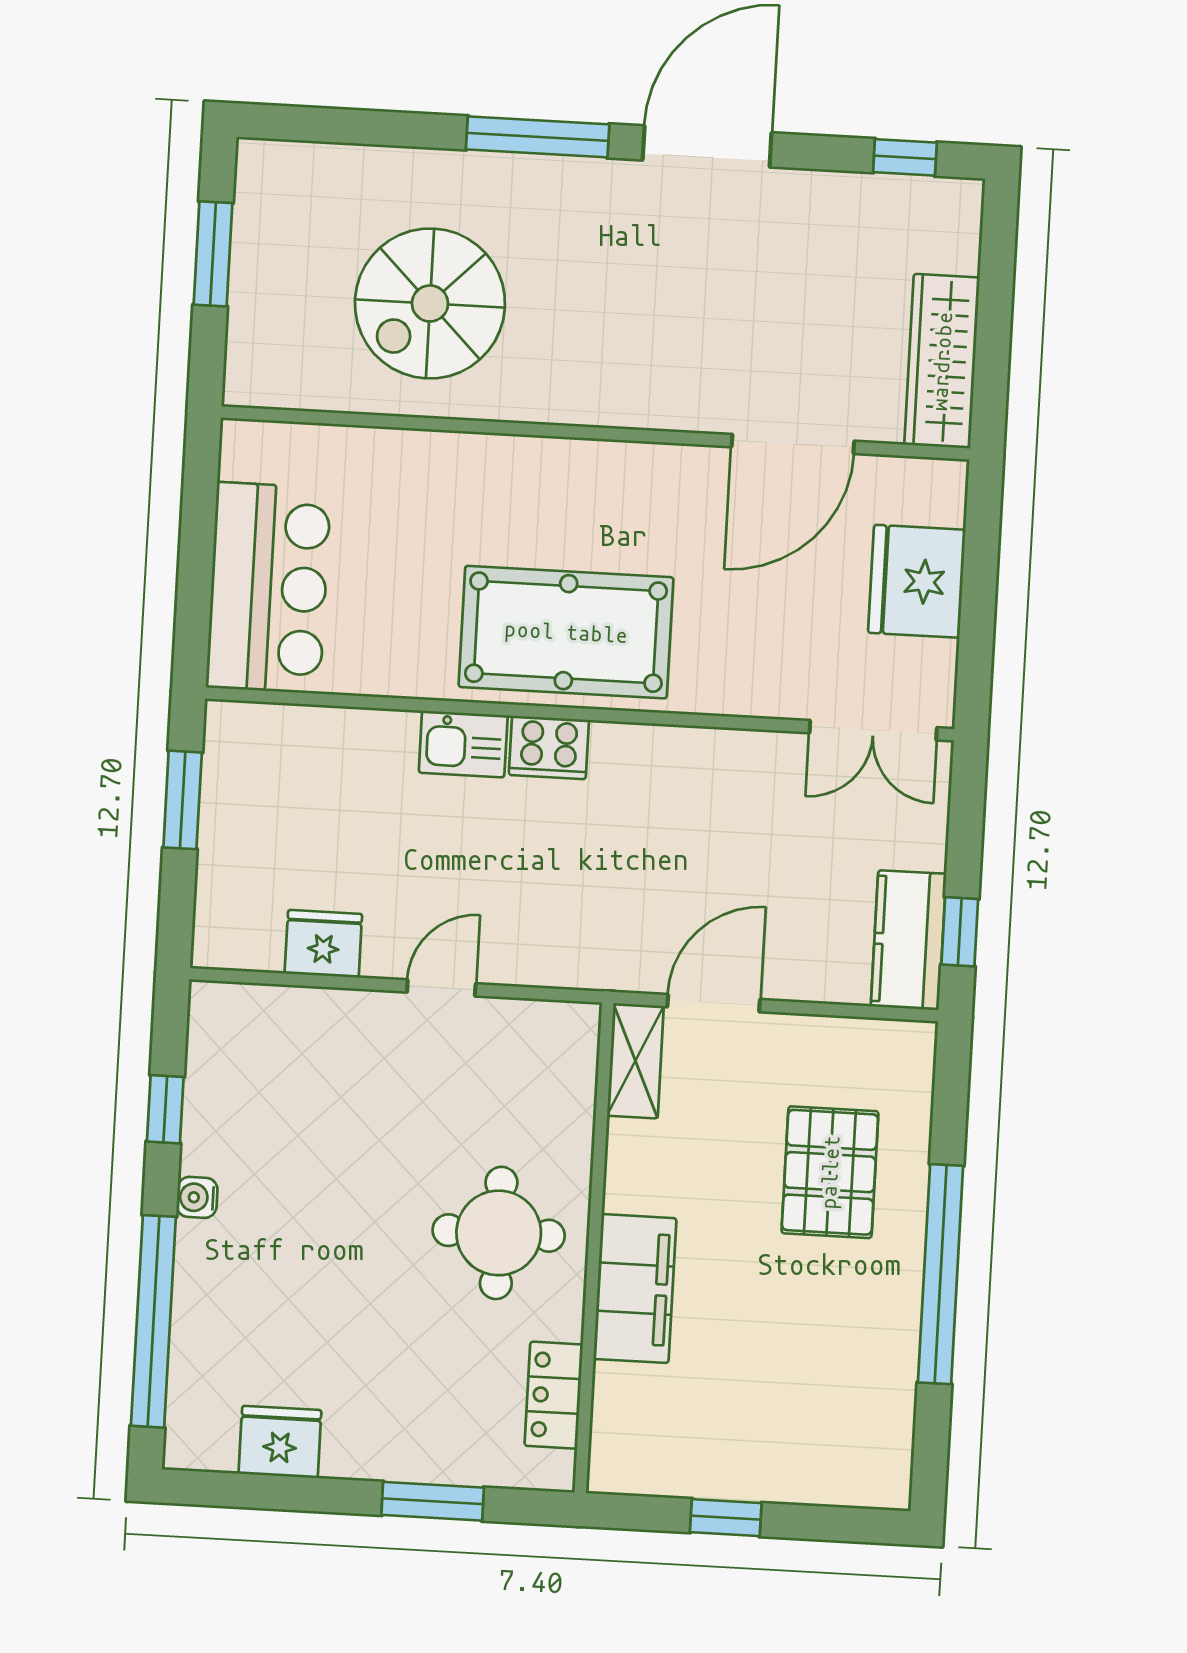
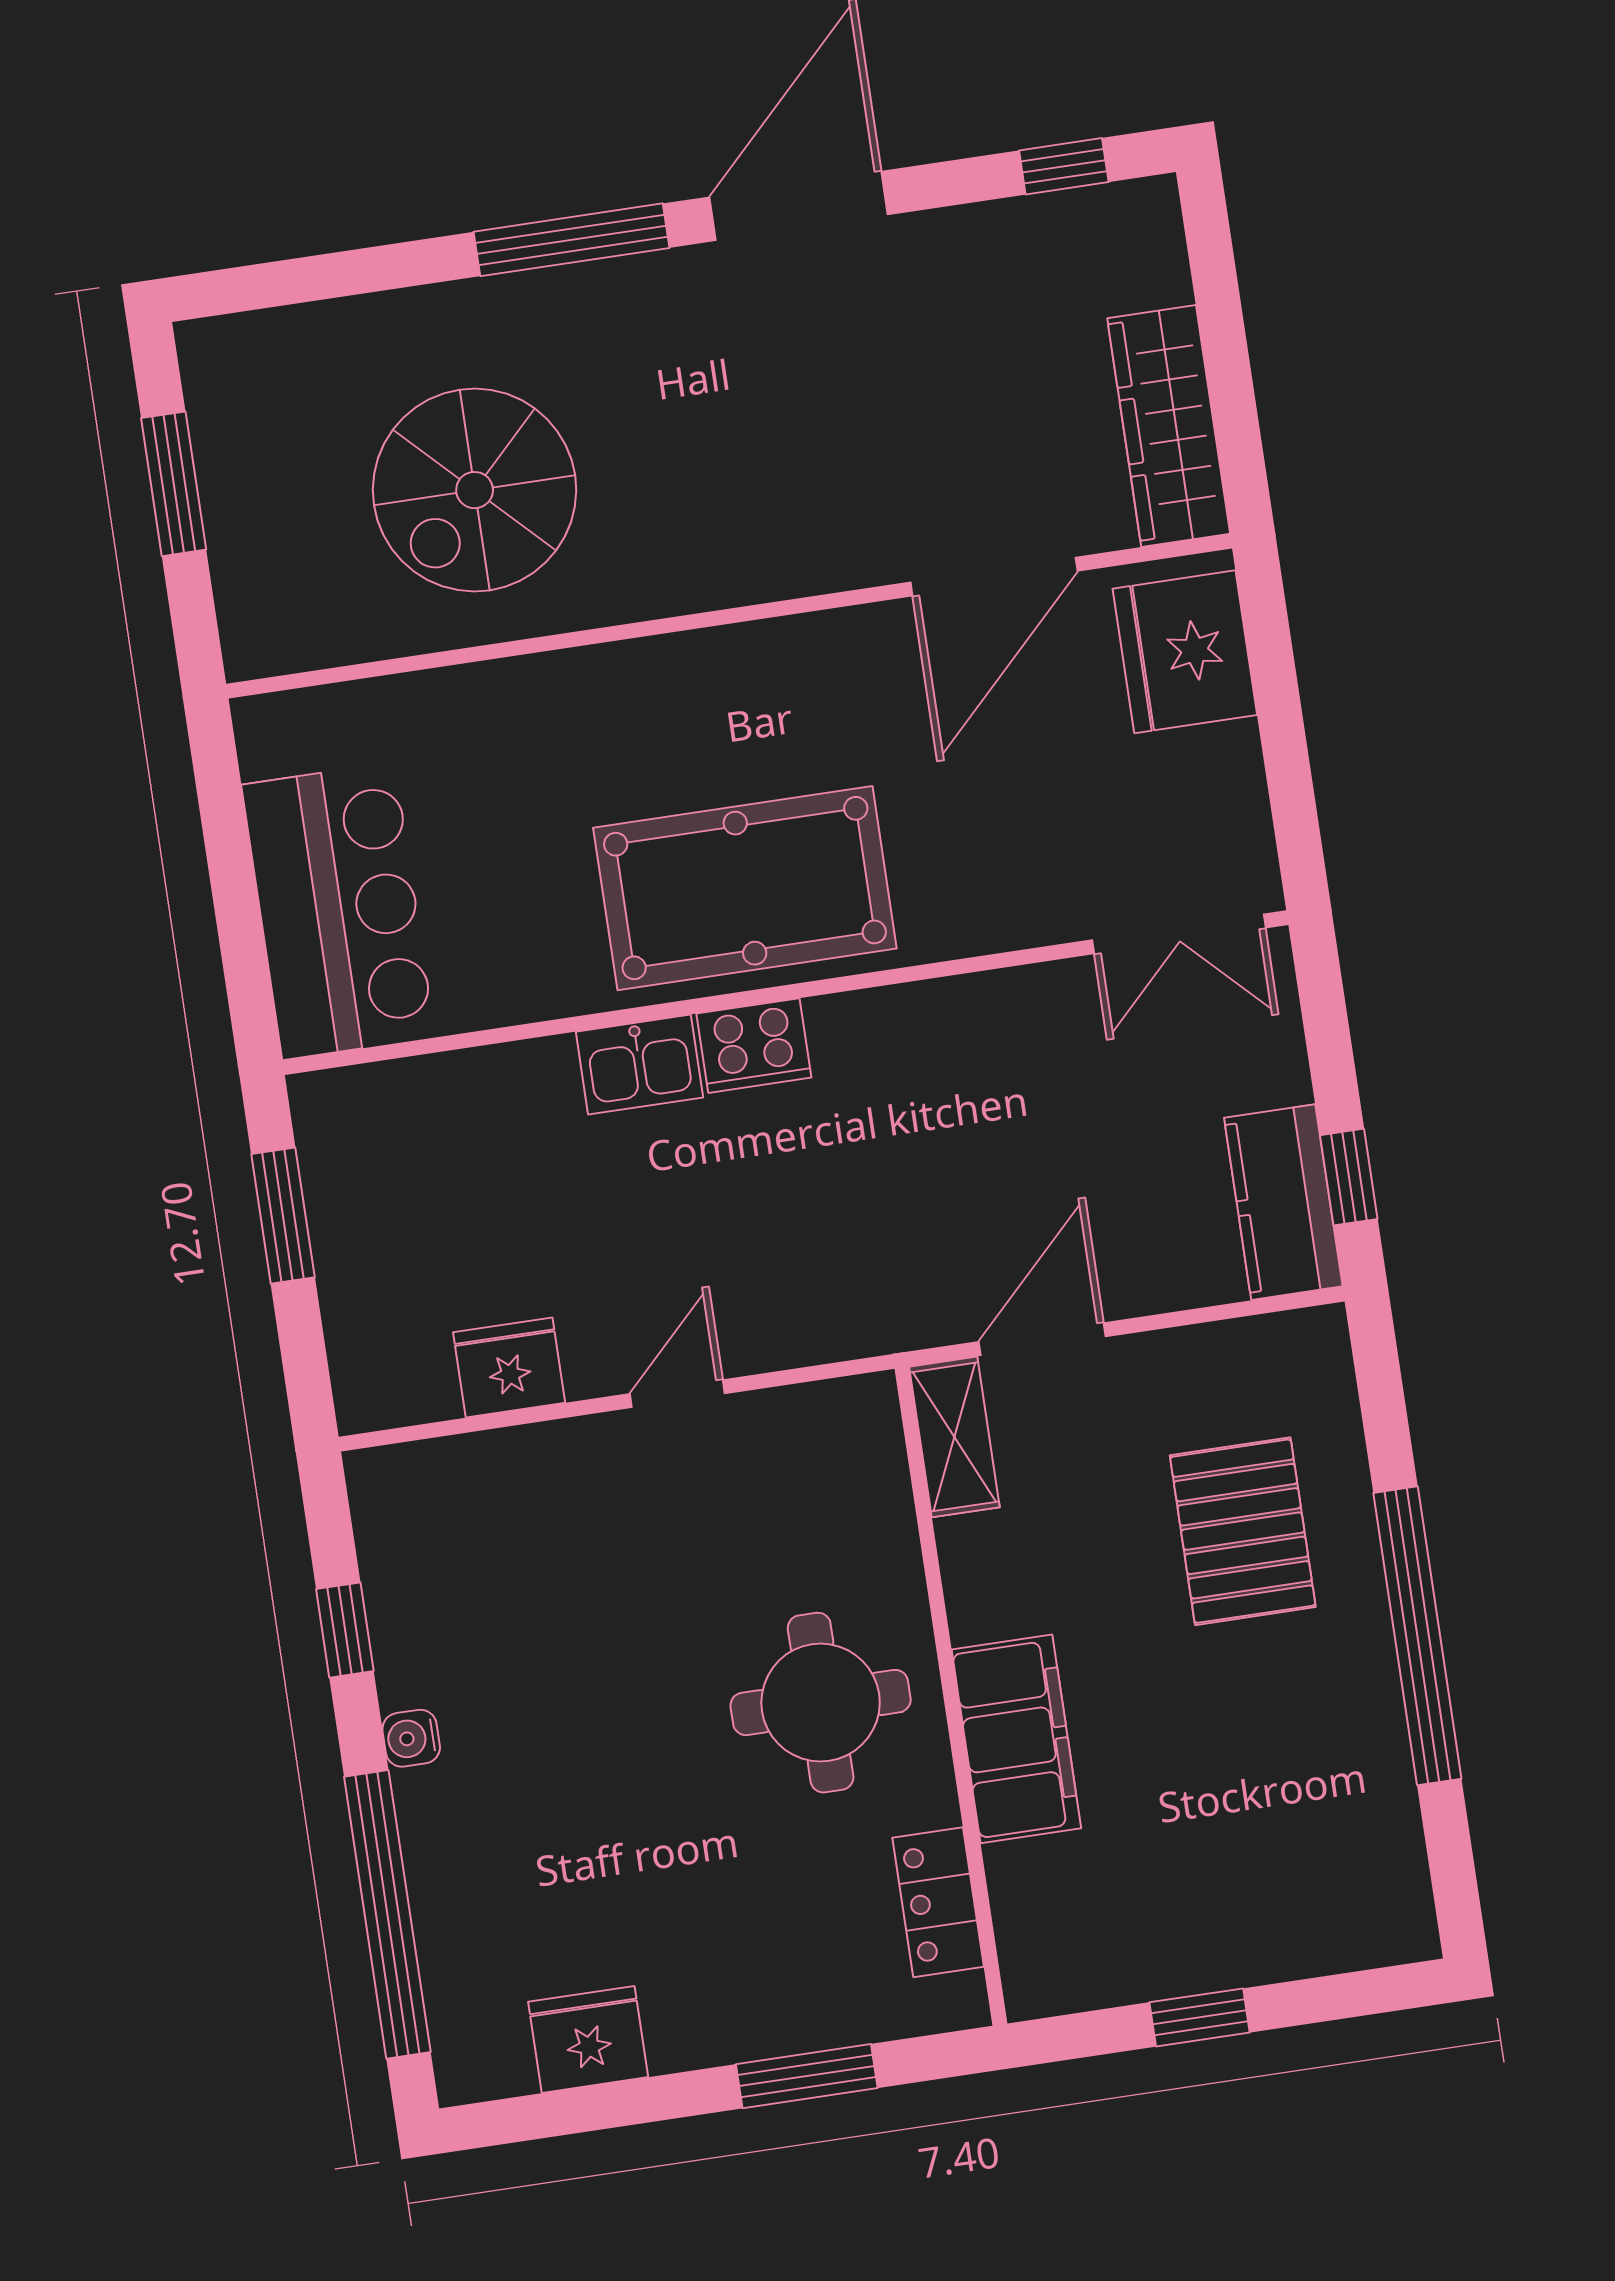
fridge: (917, 581) -> (1185, 652), moved

